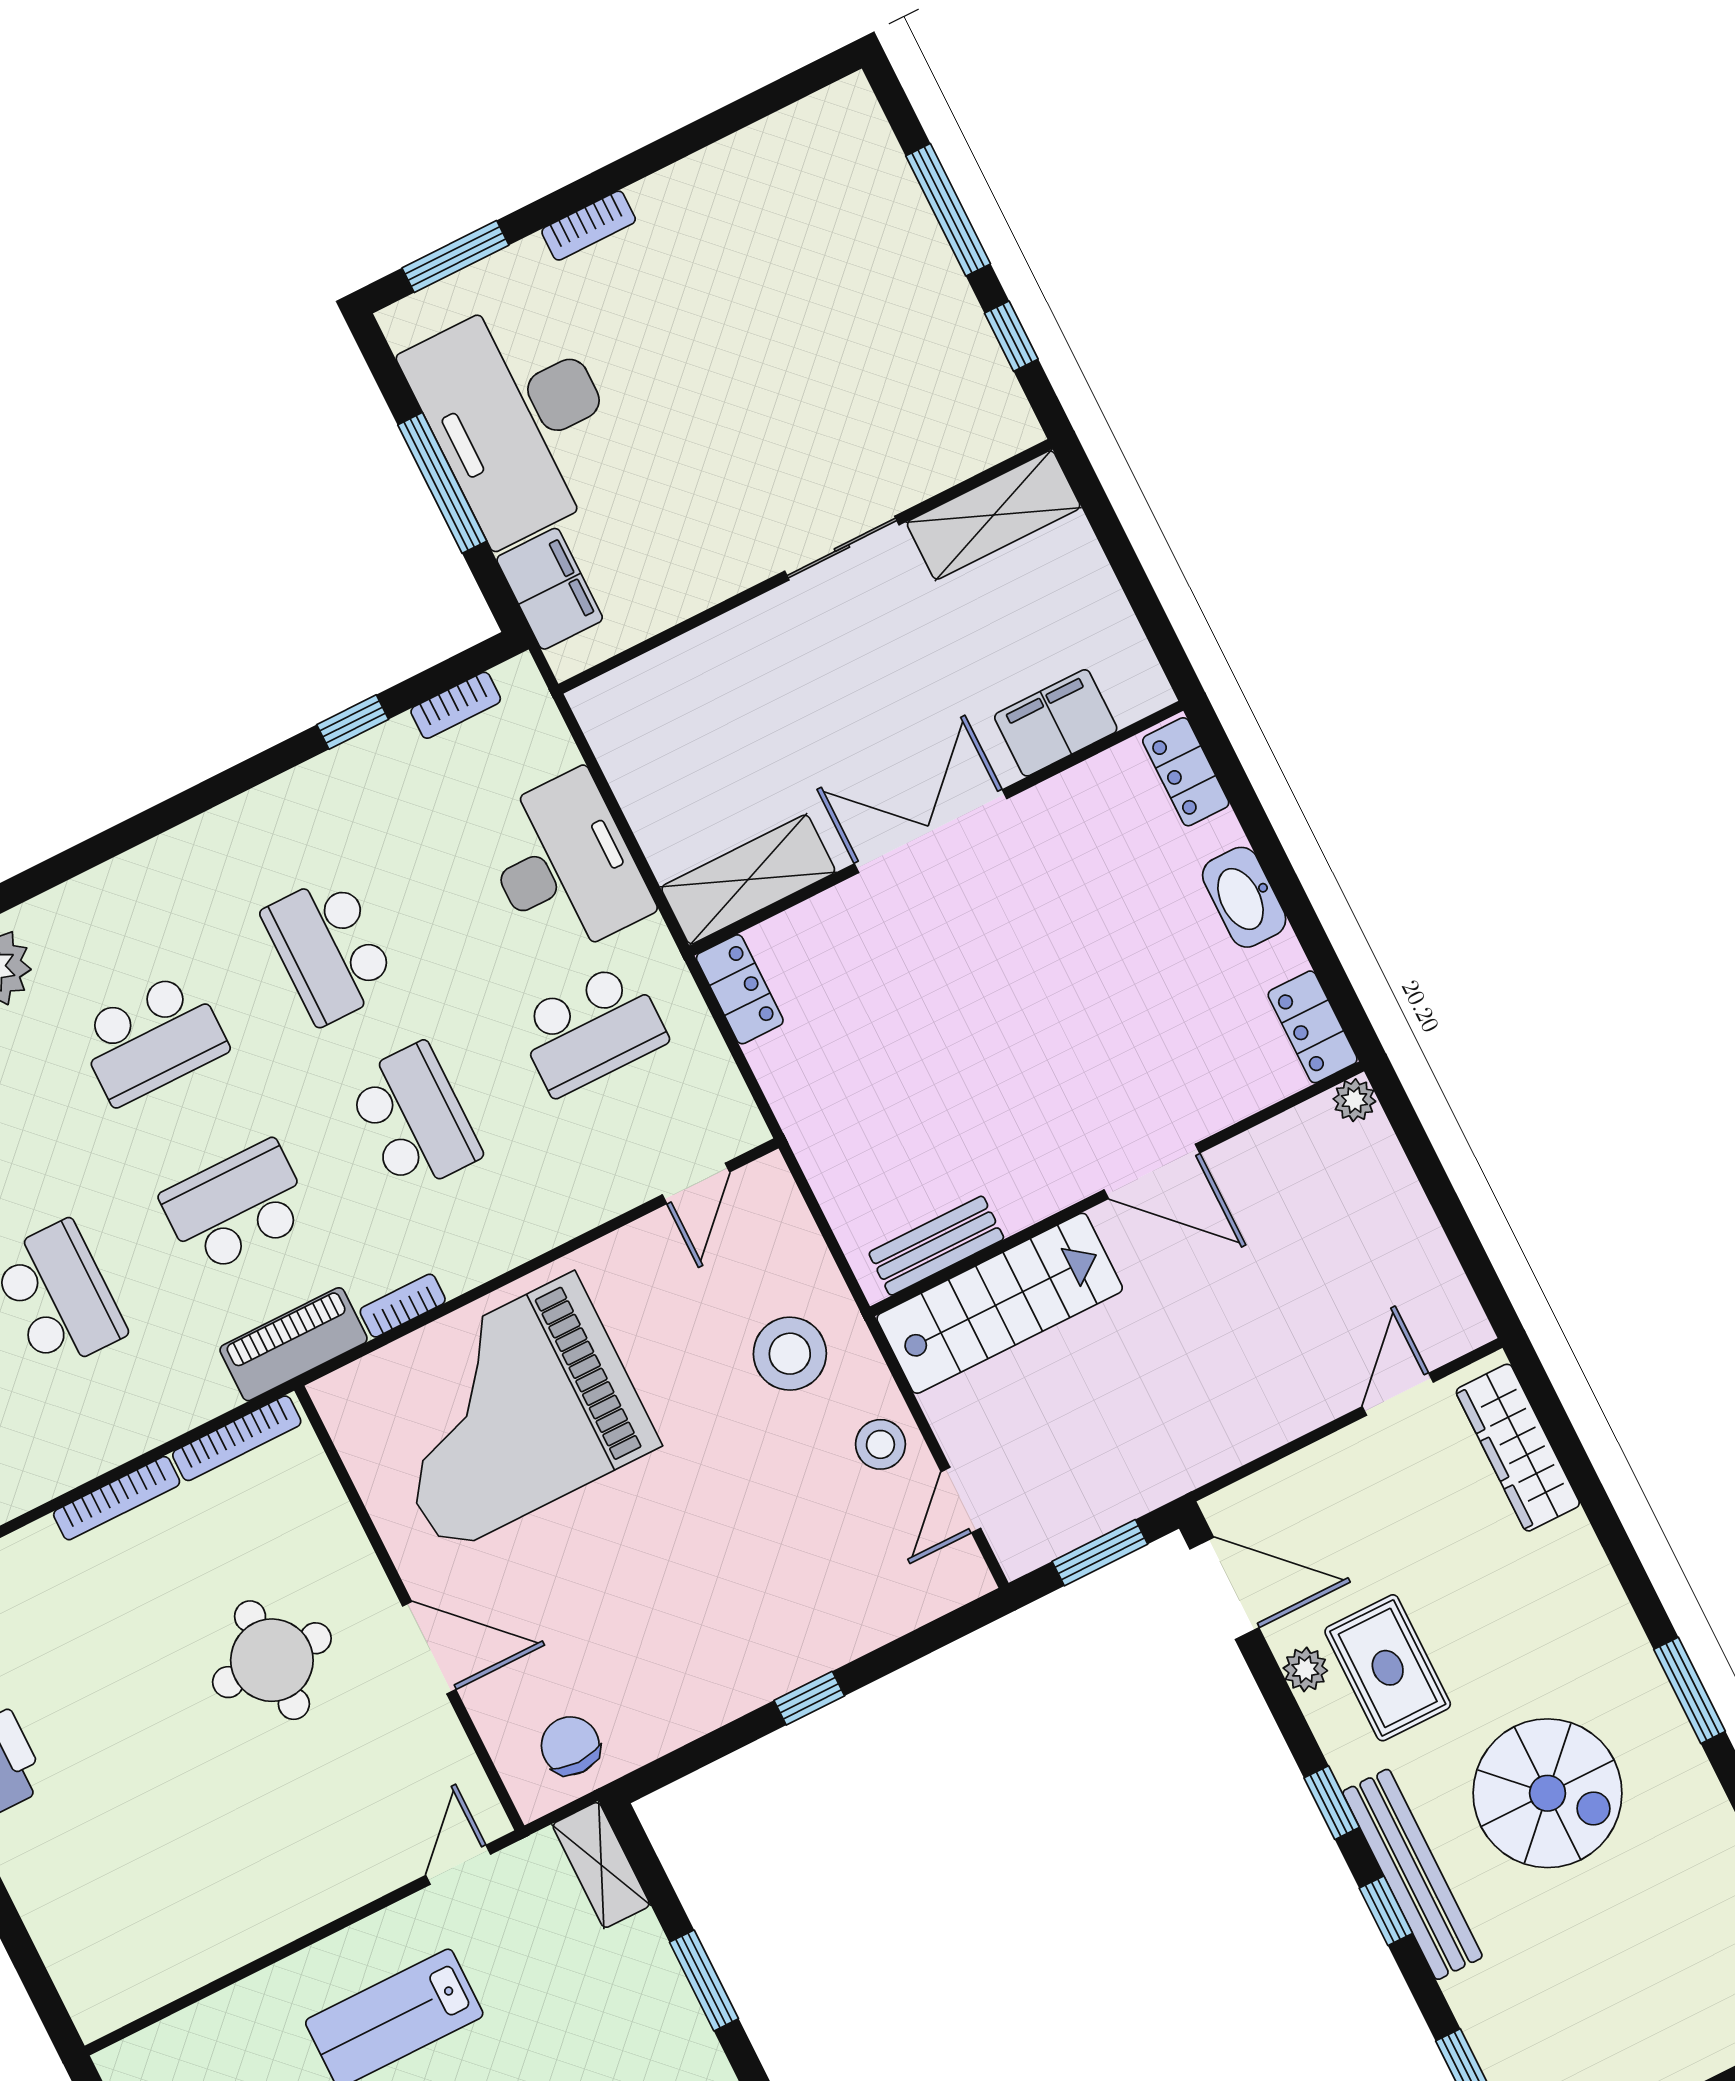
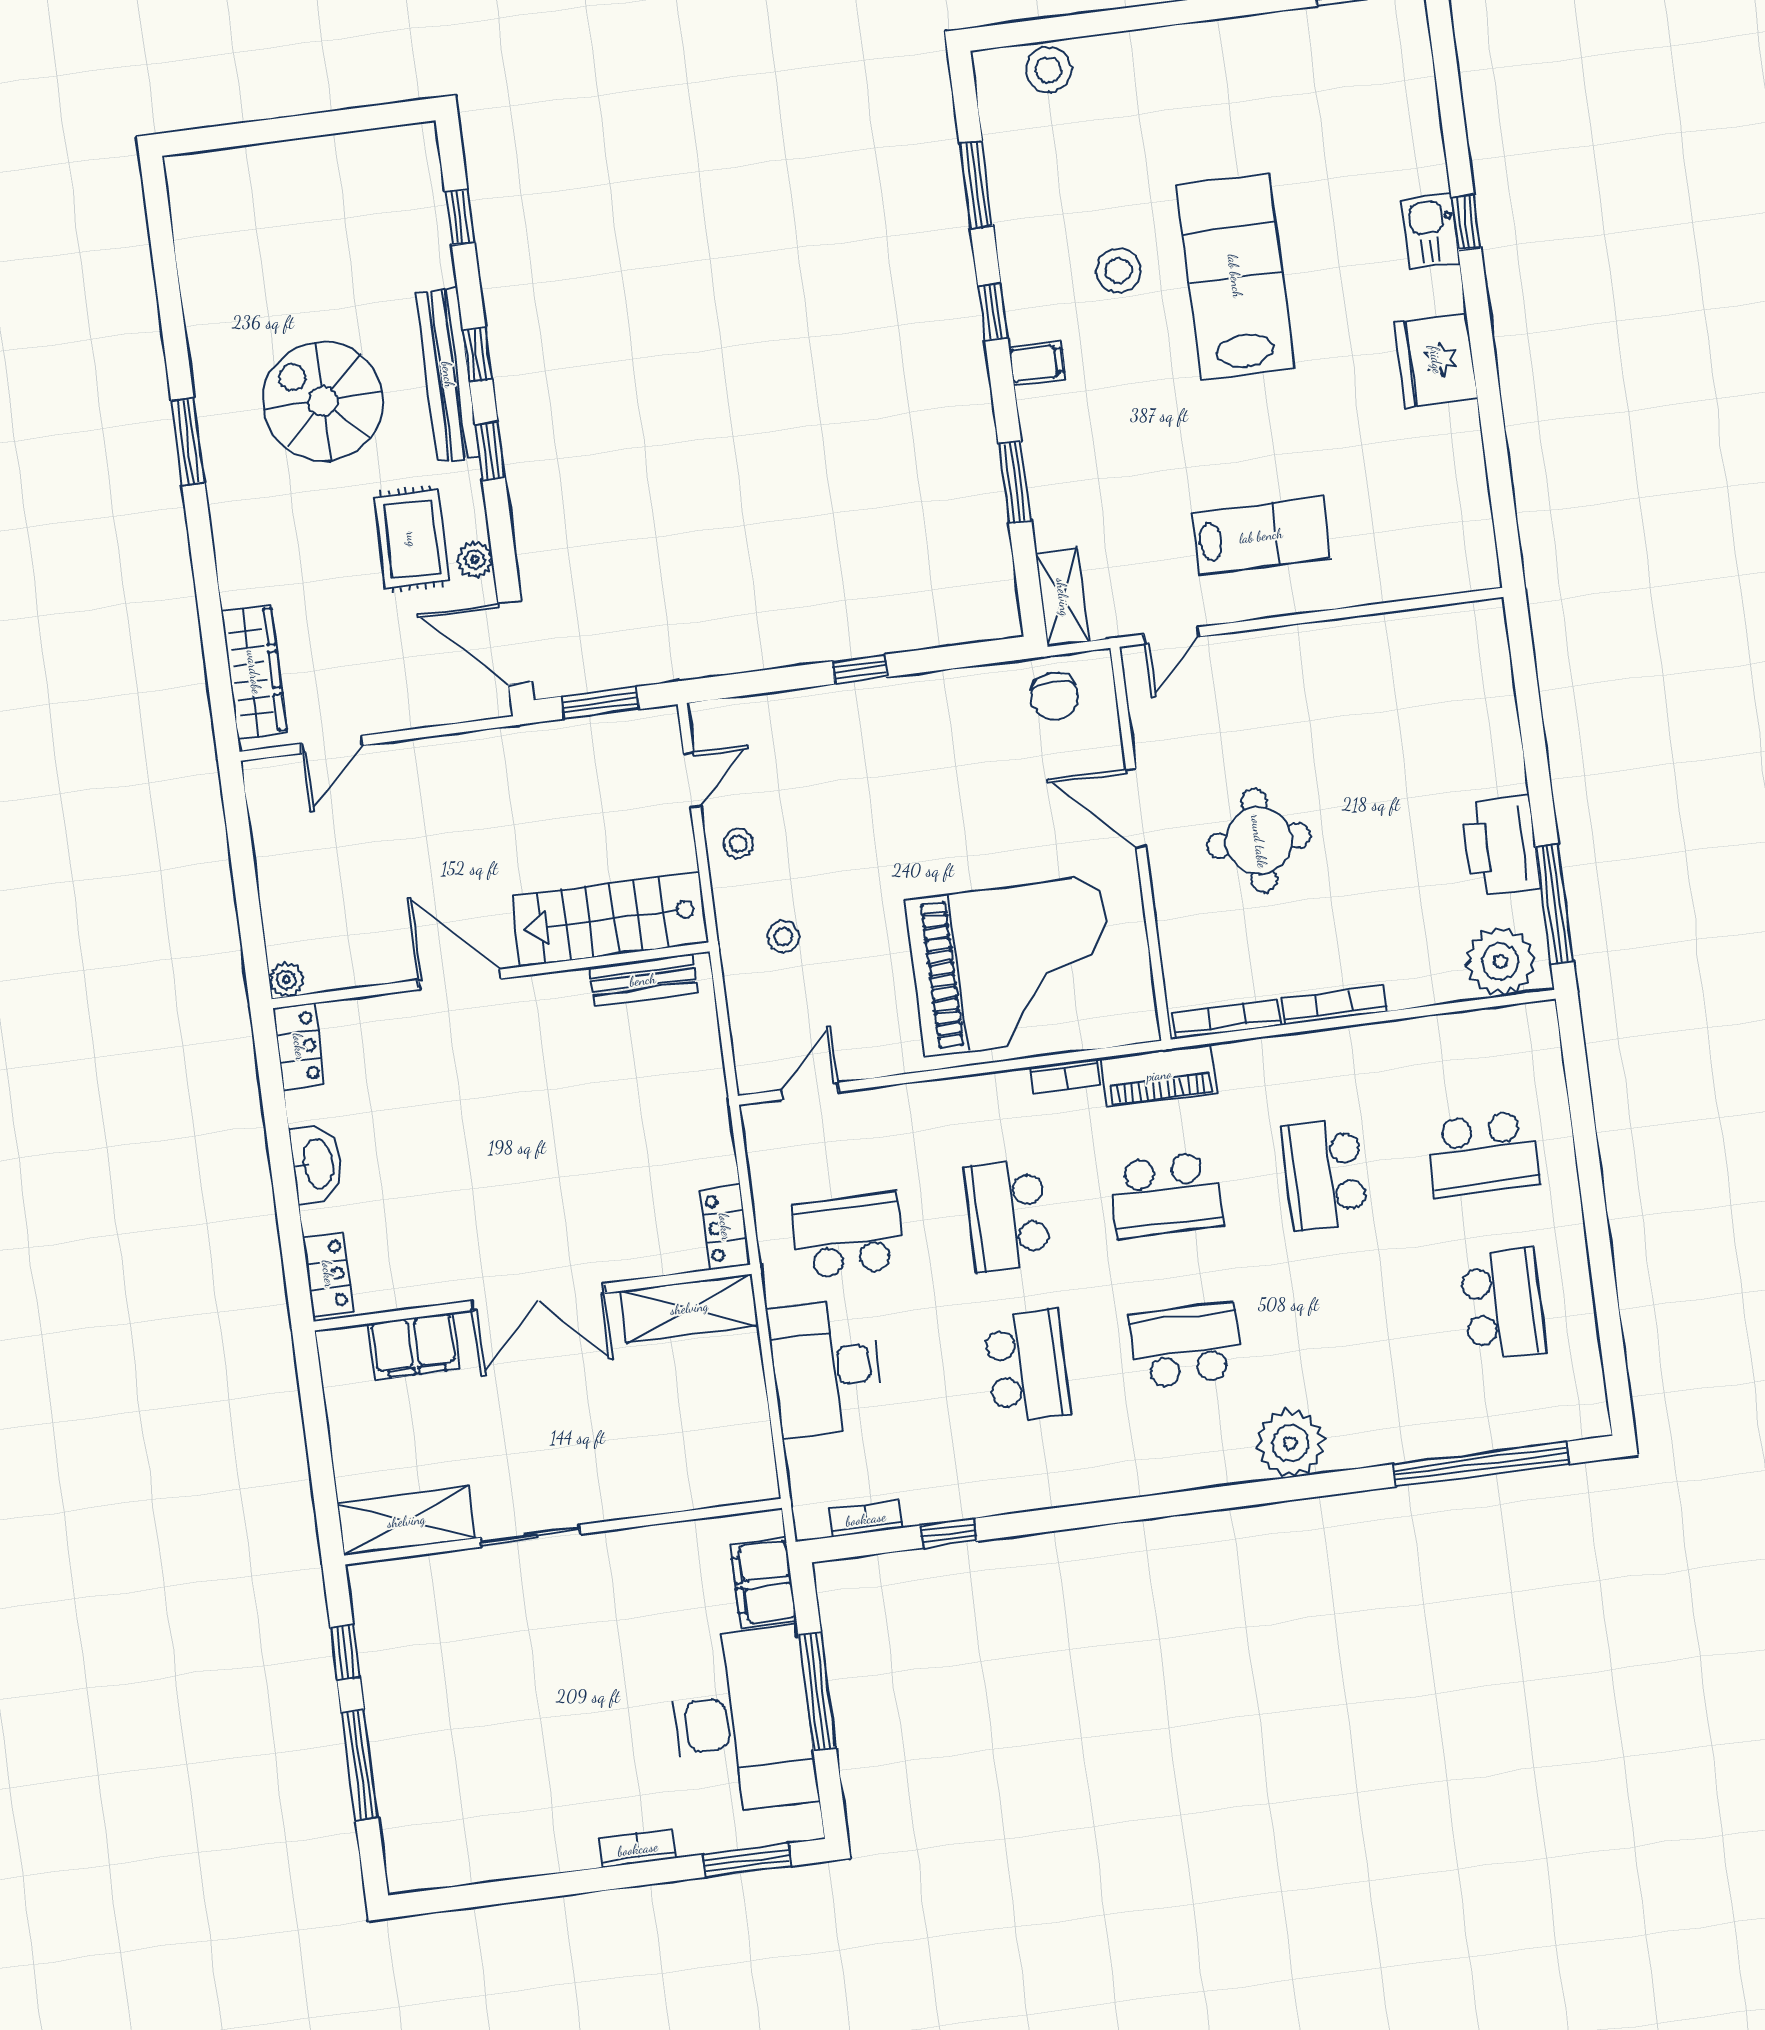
stool: (790, 1354) -> (783, 937), width x0.53, depth x0.53
stool: (880, 1444) -> (739, 843), width x0.73, depth x0.73

